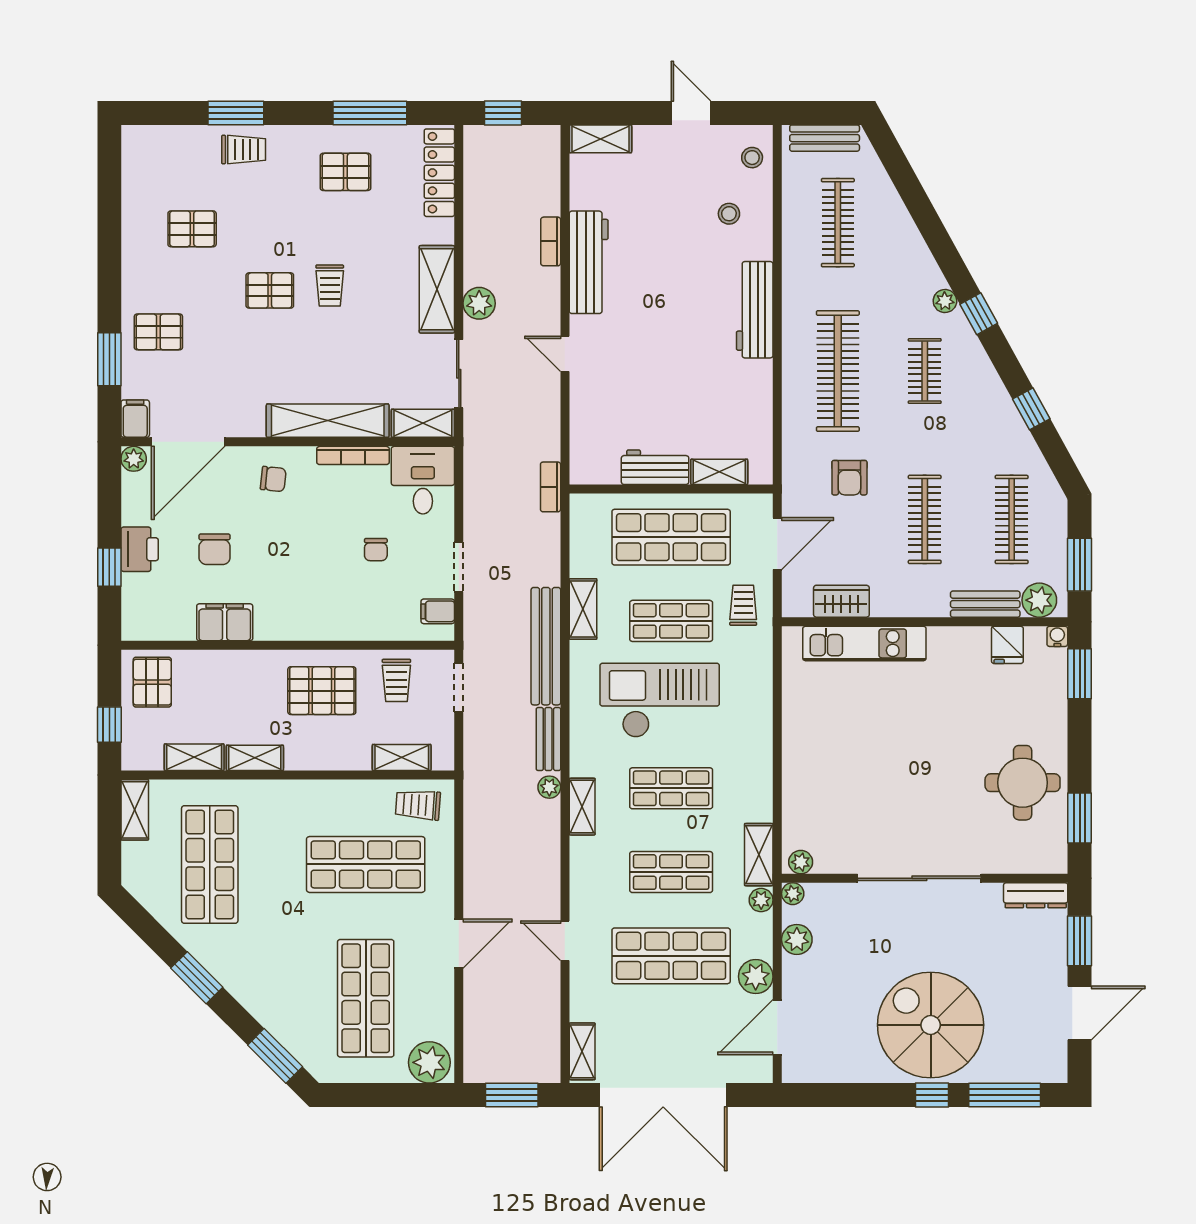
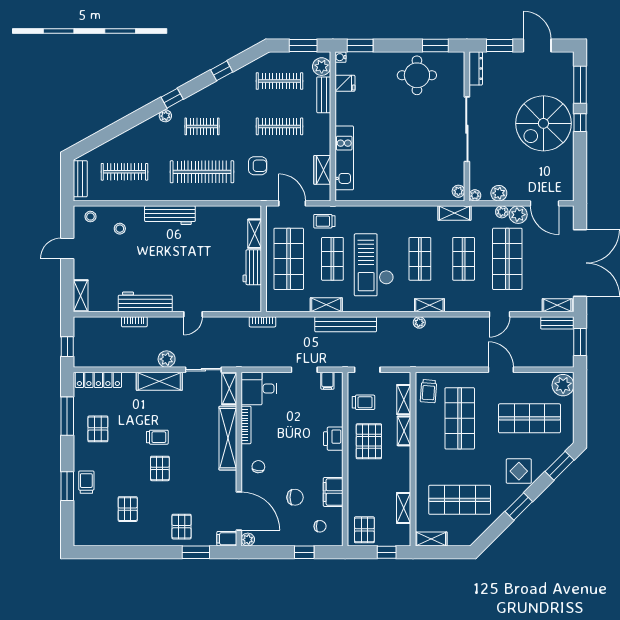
printer: (140, 549) -> (333, 439), moved, turned -90
chair: (376, 550) -> (320, 526), moved
pallet: (152, 682) -> (364, 530), turned 90
bench: (548, 739) -> (557, 323), moved
shelving: (255, 758) -> (404, 431), moved
plant: (761, 900) -> (502, 212), moved
display table: (265, 978) -> (519, 471), added

